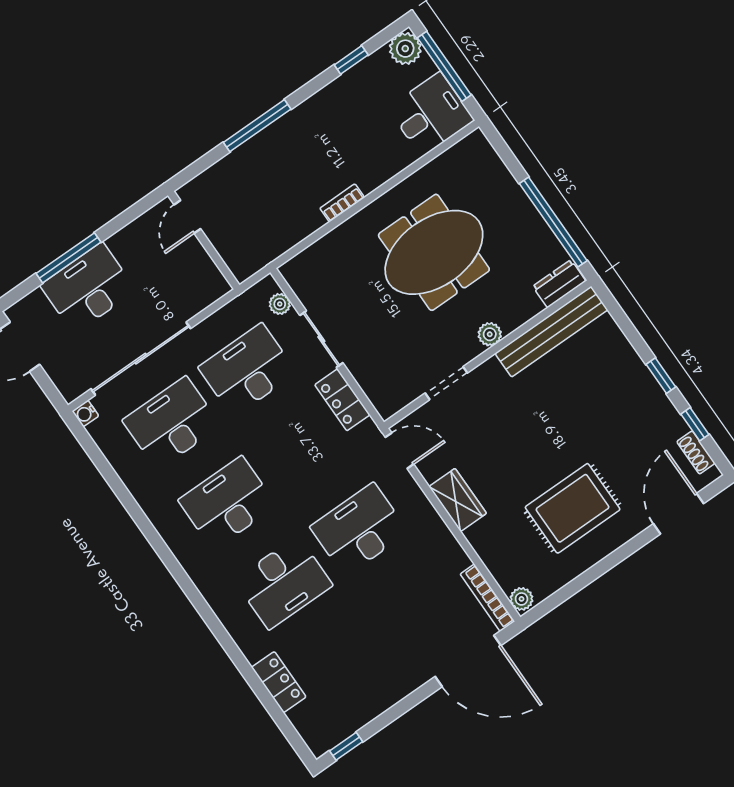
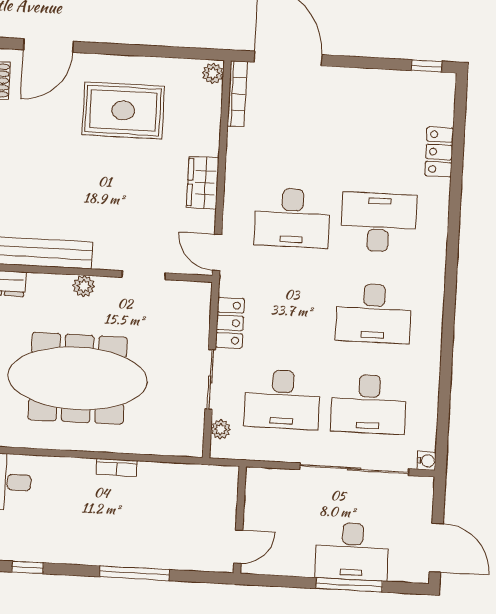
meeting table: (434, 252) -> (78, 378), width x1.36

